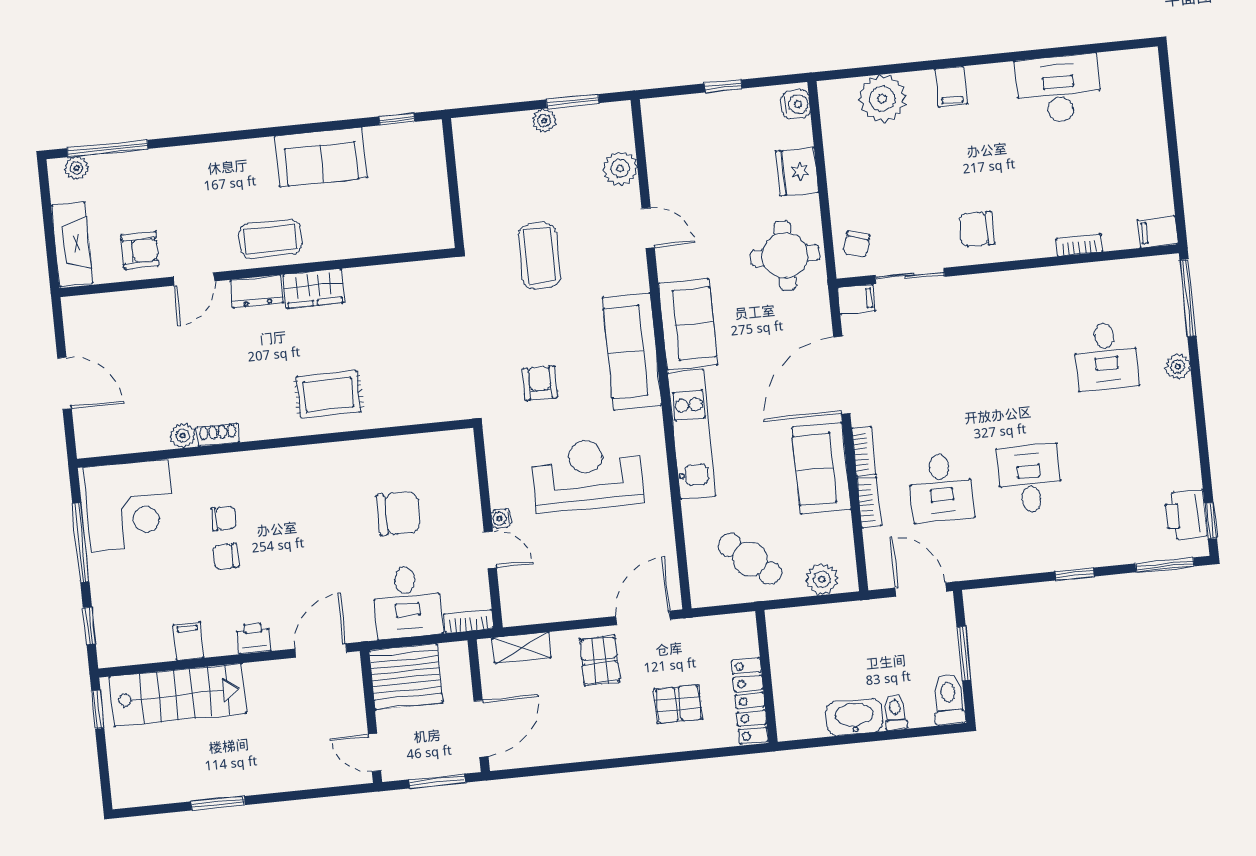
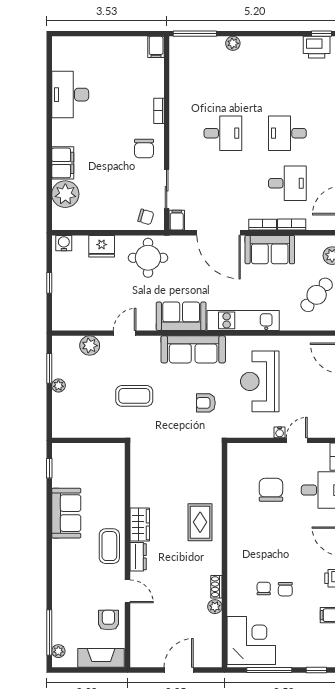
filing cabinet: (951, 87) -> (63, 163), width x2.00
bookcase: (1079, 245) -> (159, 111), moved
desk: (1106, 356) -> (223, 133), moved

